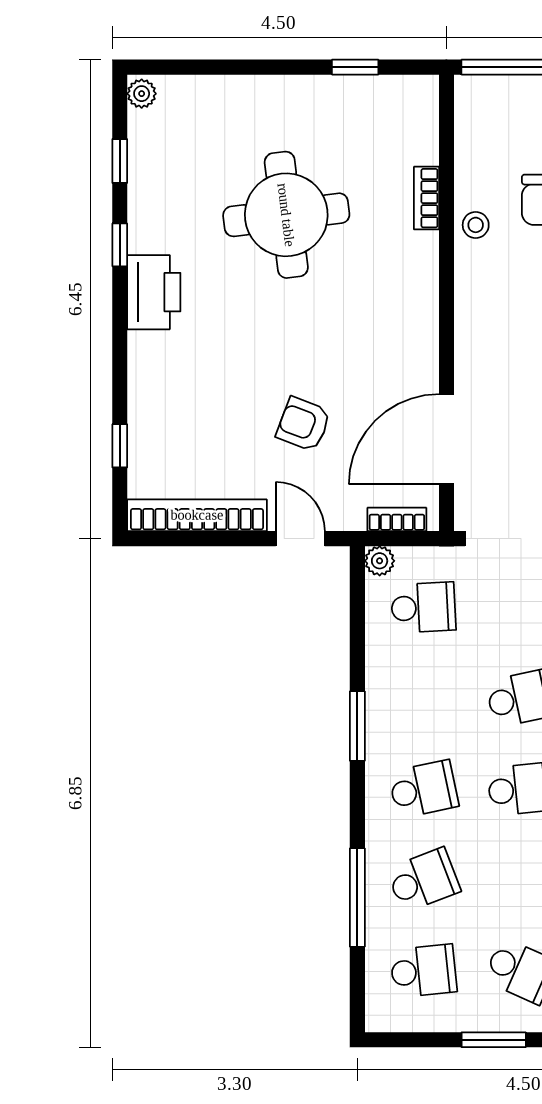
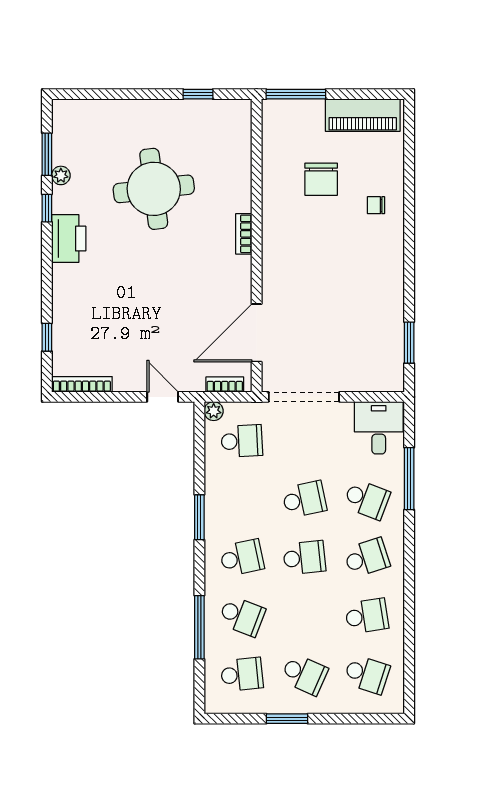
plant: (142, 94) -> (61, 175), moved
window: (120, 161) -> (47, 154), width x1.50
bookcase: (426, 198) -> (244, 234), moved
stool: (476, 225) -> (275, 195), removed
armchair: (303, 424) -> (165, 323), removed
bookcase: (197, 515) -> (82, 384), width x0.68, depth x0.76
school desk: (423, 880) -> (242, 616), turned 42

